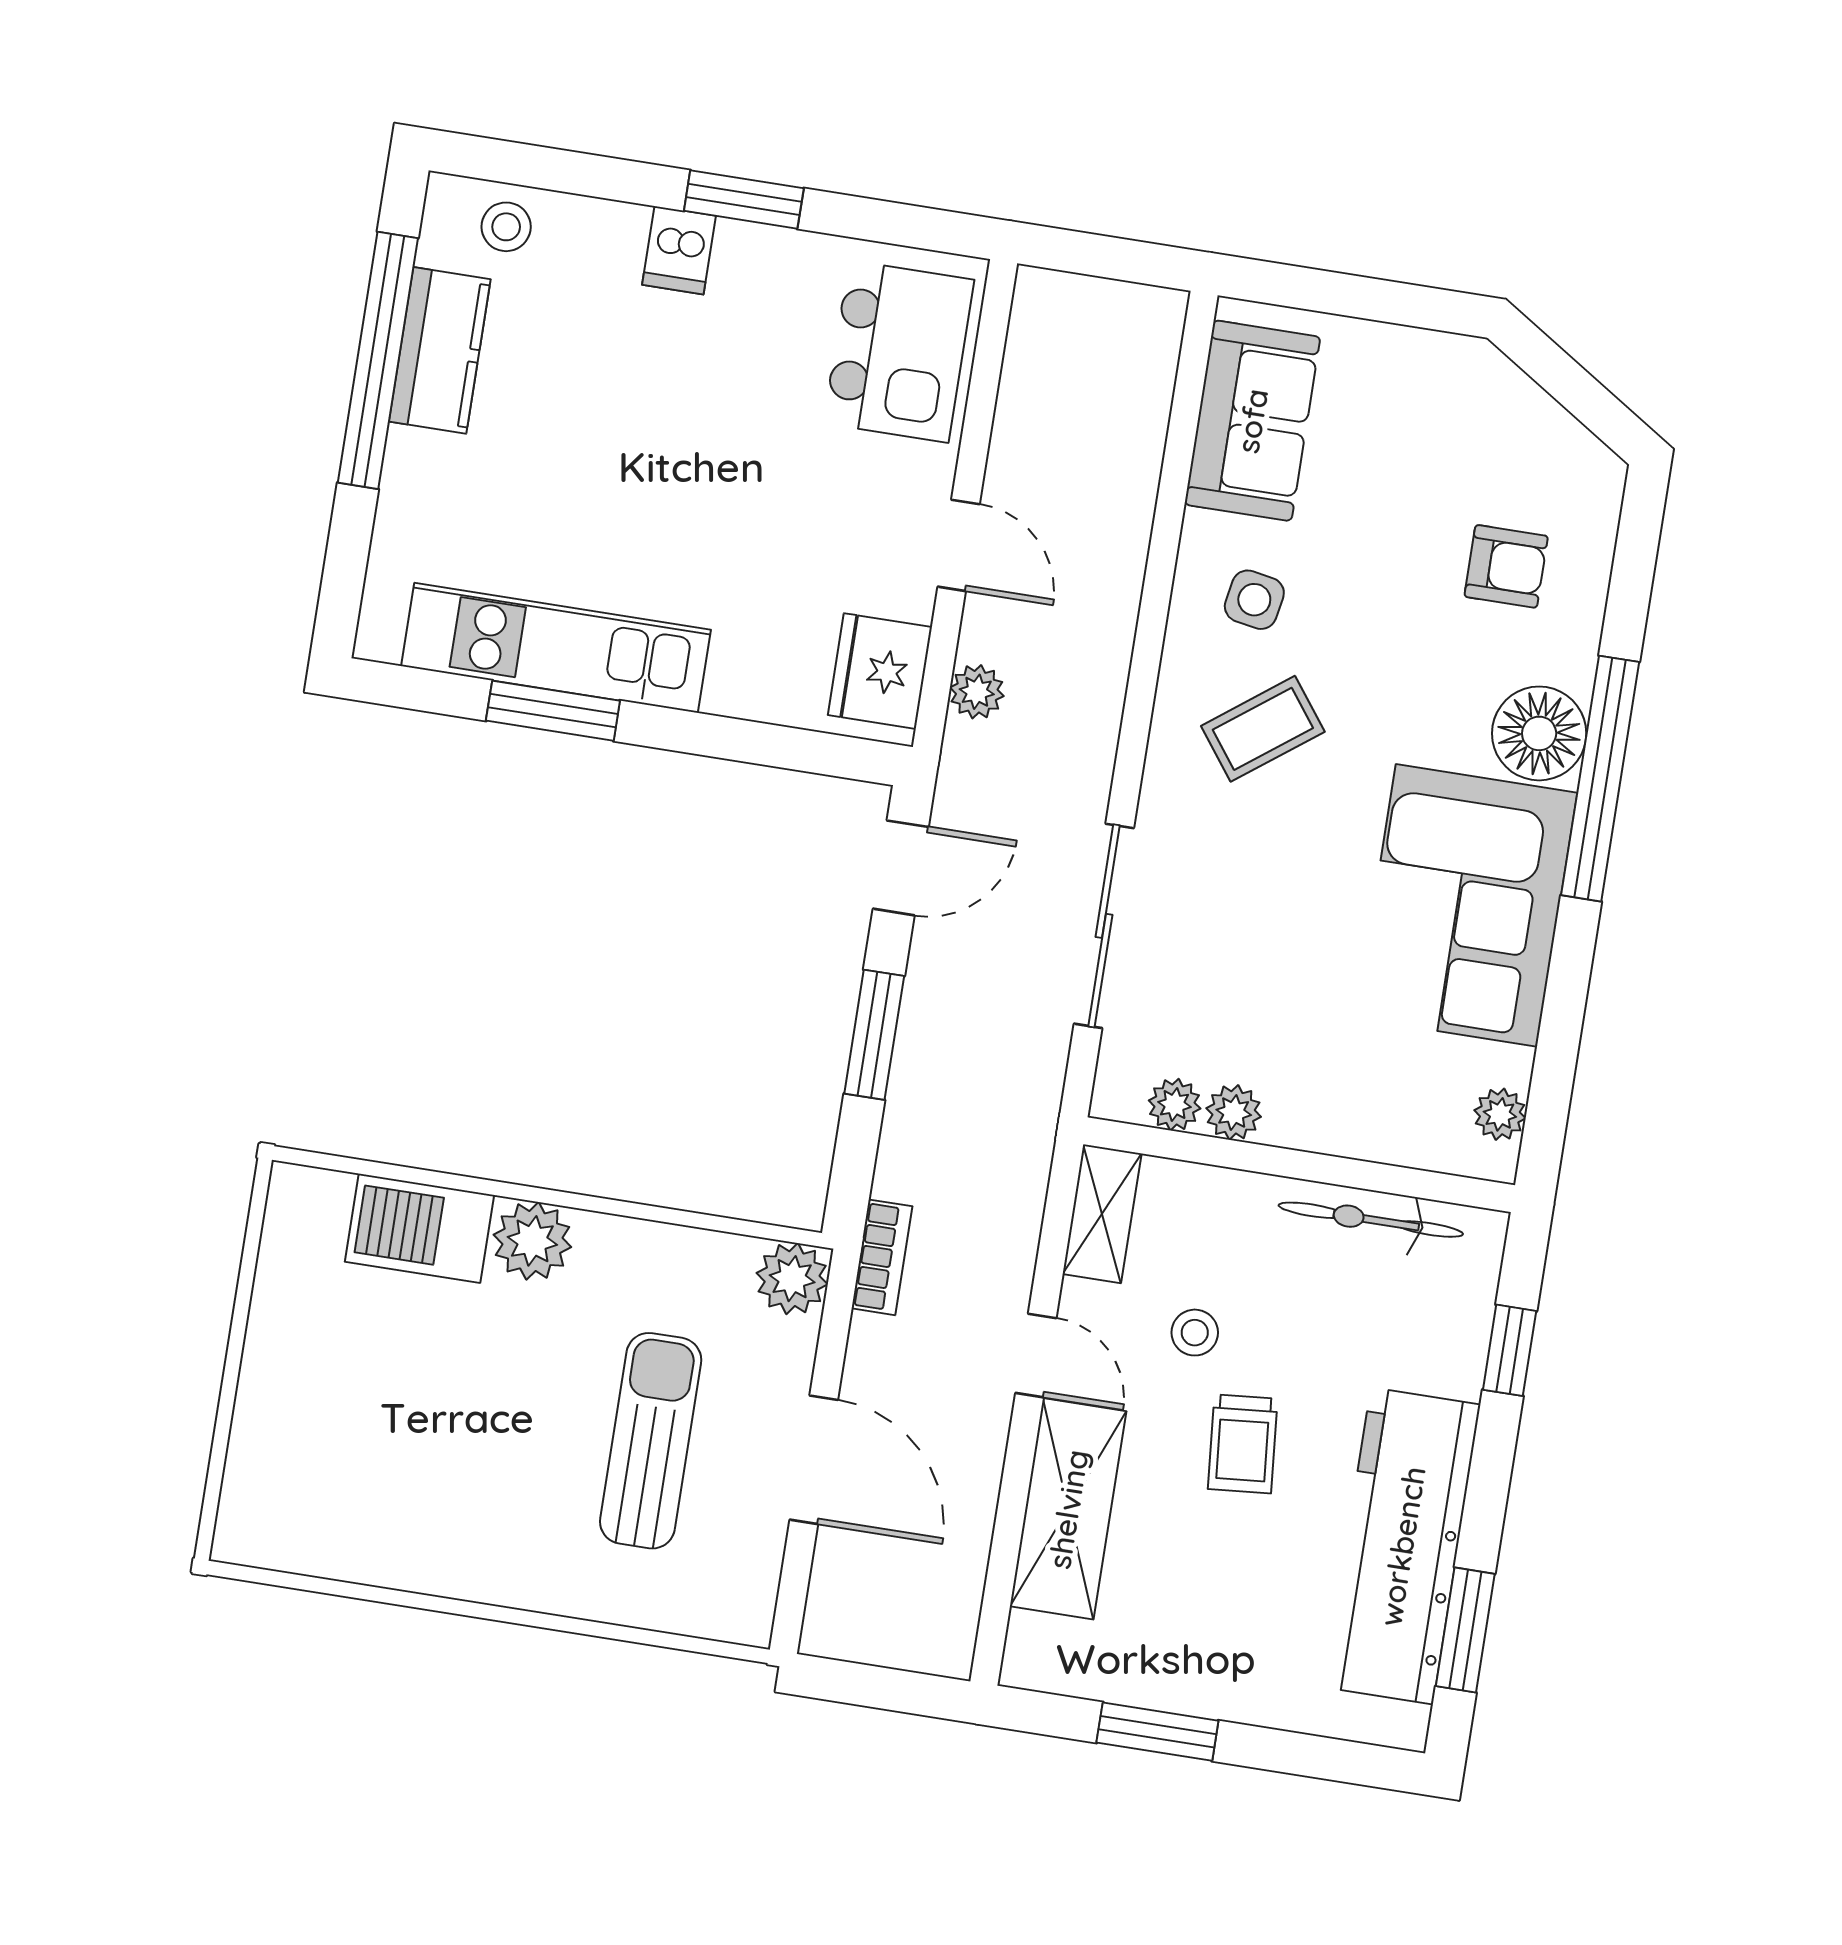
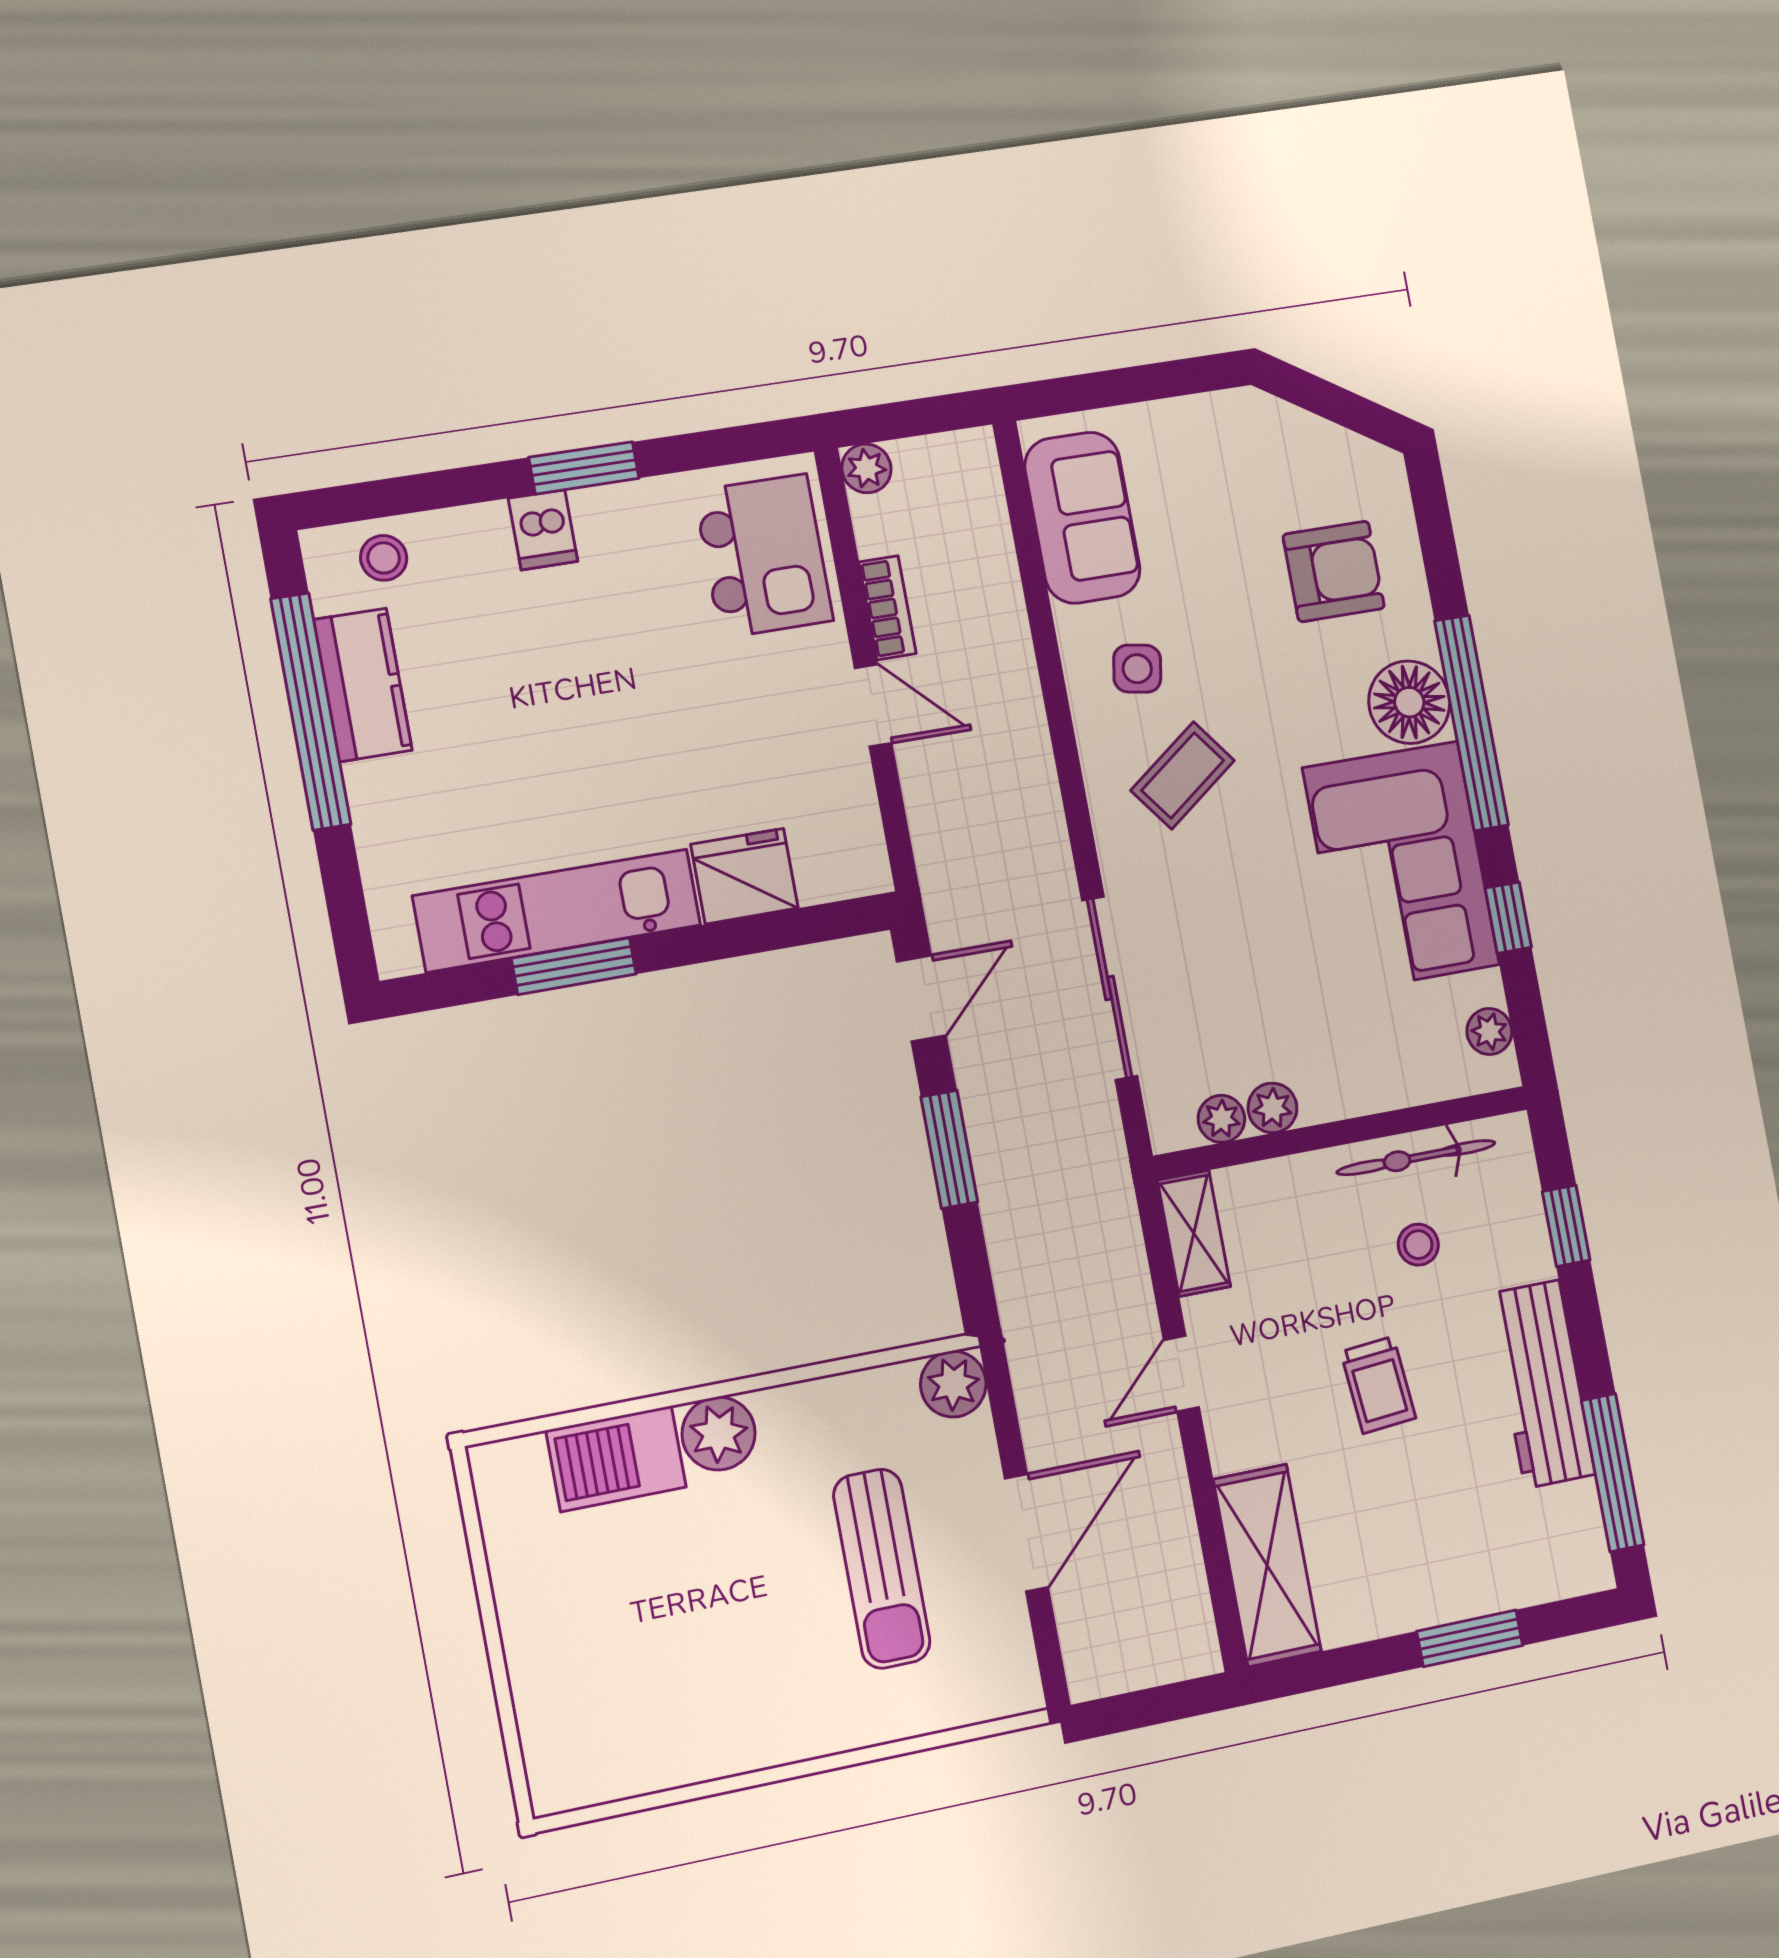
armchair: (1506, 566) -> (1334, 571), width x1.38, depth x1.38
fridge: (880, 671) -> (744, 876), moved, turned 90
plant: (977, 692) -> (866, 468), moved
window: (1565, 1000) -> (1508, 918), added
bookcase: (882, 1257) -> (888, 608), moved
stool: (1195, 1333) -> (1418, 1245), moved
door: (1036, 1355) -> (1181, 1374), swing flipped
sun lounger: (651, 1441) -> (882, 1569), turned 180
door: (814, 1460) -> (1026, 1533), hinge flipped
shelving: (1068, 1509) -> (1267, 1565), moved
workbench: (1402, 1546) -> (1542, 1384), width x0.73, depth x0.76
window: (1465, 1630) -> (1613, 1473), width x1.44
window: (1157, 1732) -> (1470, 1638), moved

